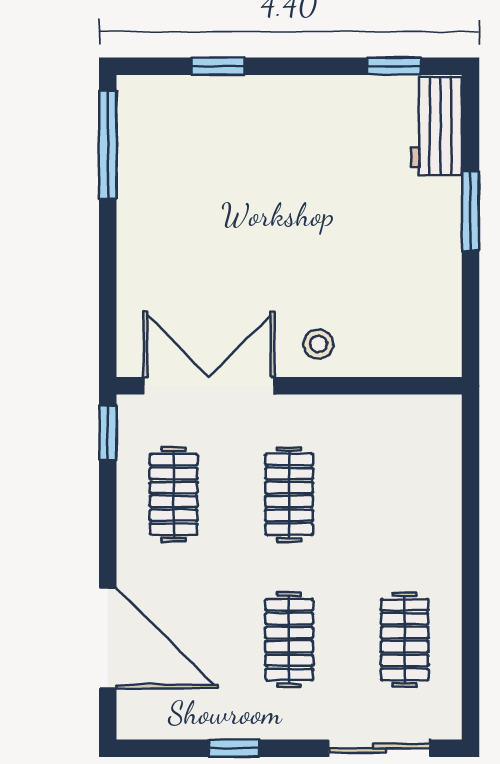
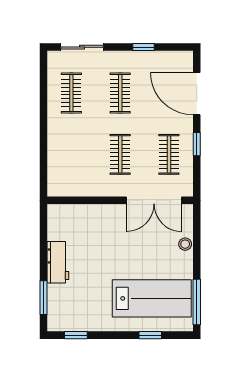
workbench: (436, 126) -> (58, 262), moved
lab bench: (214, 153) -> (152, 298), added
window: (470, 211) -> (44, 298), moved
stool: (318, 344) -> (185, 244), moved
window: (108, 433) -> (197, 144), moved

